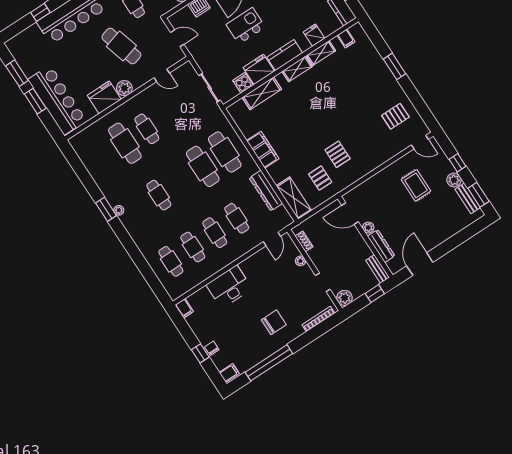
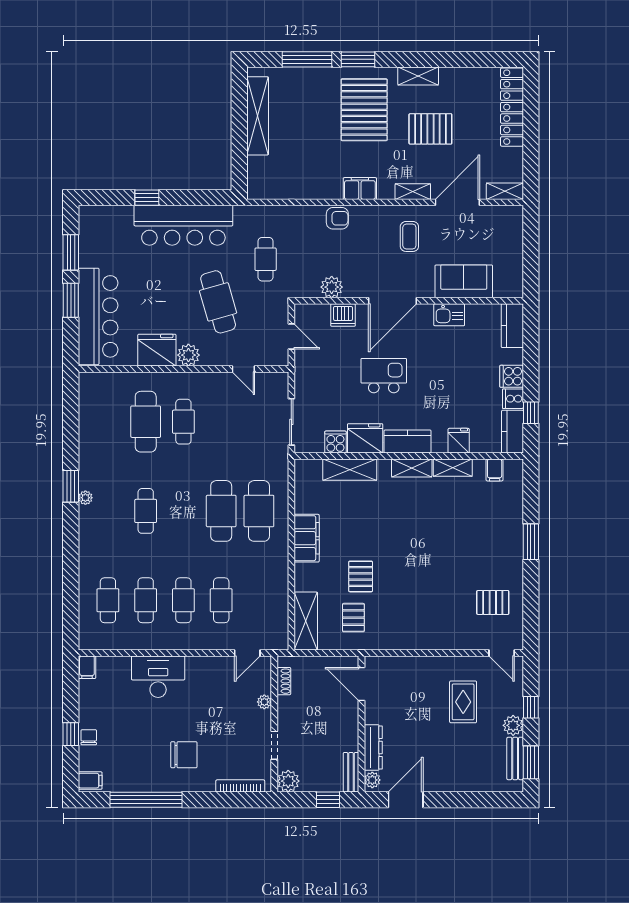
pallet: (338, 154) -> (361, 576), moved
dresser: (266, 191) -> (278, 590), removed
plant: (368, 227) -> (372, 780), moved

